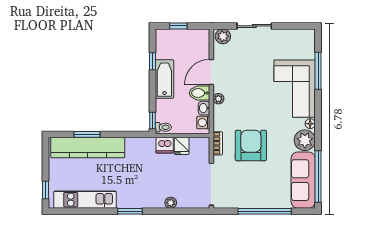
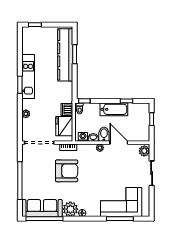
corner sofa: (295, 89) -> (121, 202), moved
fridge: (182, 146) -> (64, 126), width x1.88, depth x1.34
kitchen unit: (85, 200) -> (28, 76), moved

